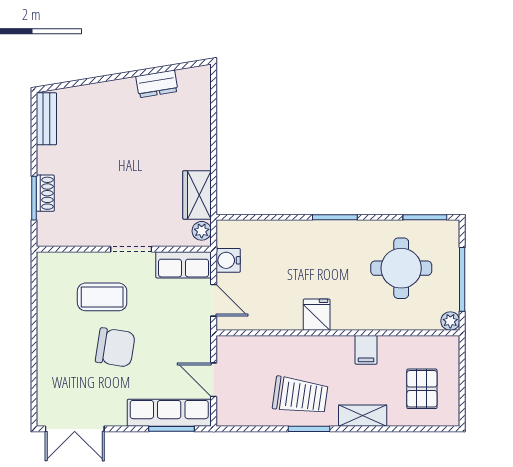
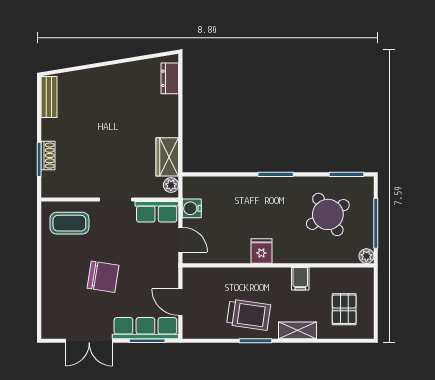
dresser: (157, 84) -> (170, 78), moved, turned 99
round table: (401, 268) -> (328, 214), turned -31
coffee table: (102, 297) -> (69, 223), moved
double door: (75, 429) -> (89, 341), moved

